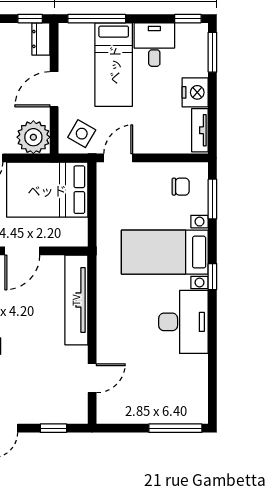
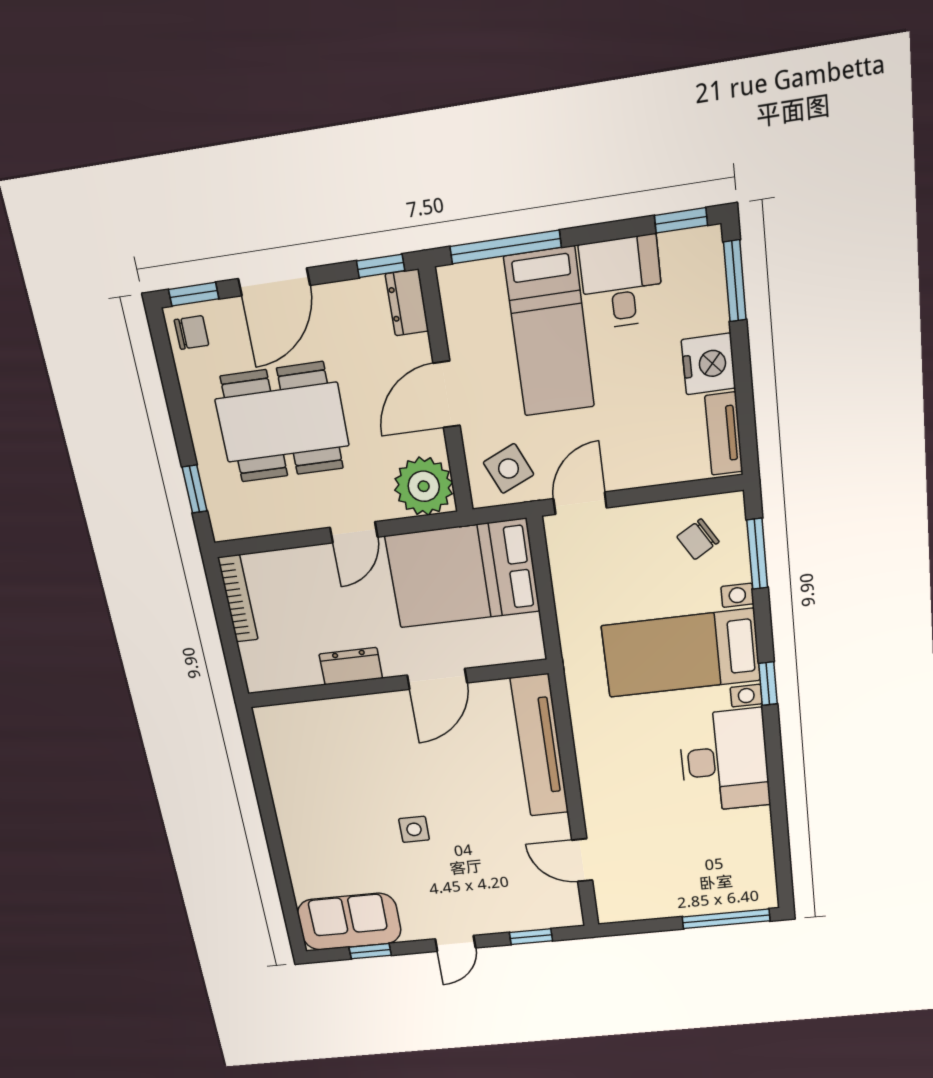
side table: (82, 134) -> (509, 469), turned 36
chair: (181, 187) -> (698, 539), turned 149
door: (92, 378) -> (582, 860), swing flipped

